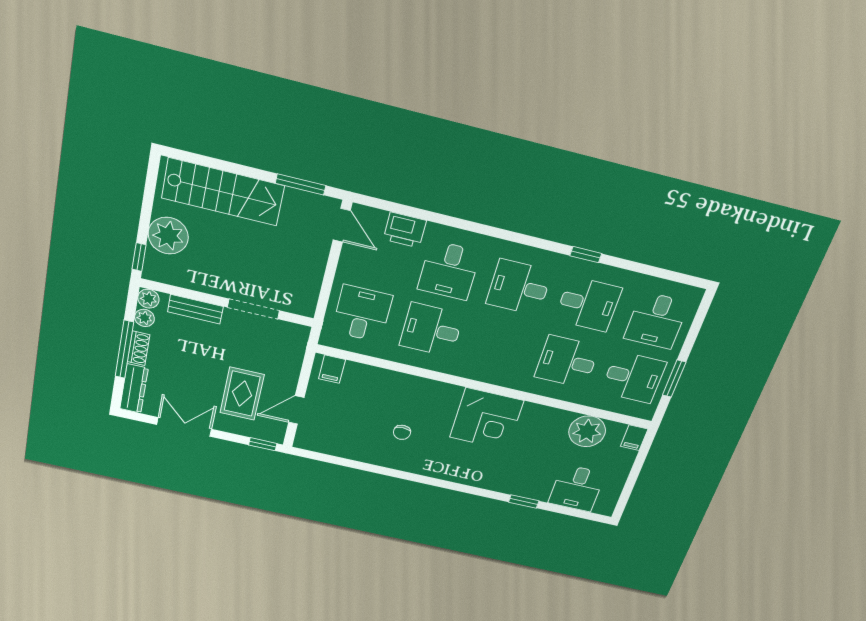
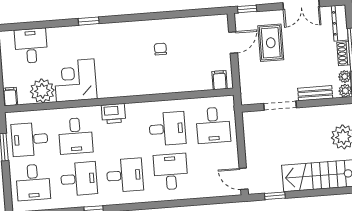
window: (301, 184) -> (275, 196), width x0.67
printer: (405, 230) -> (113, 114), moved, turned 180
desk: (588, 304) -> (79, 179), turned 180
desk: (656, 320) -> (33, 182), turned 180
desk: (567, 362) -> (76, 136), turned 90
corner desk: (487, 419) -> (75, 80), moved
window: (524, 502) -> (89, 21), moved

